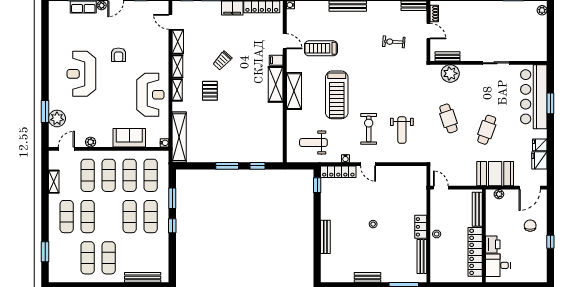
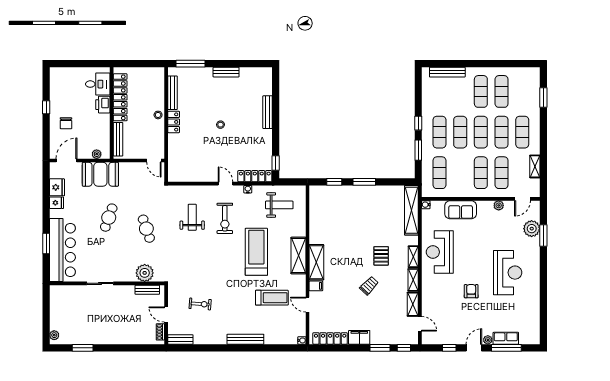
exercise mat: (130, 175) -> (481, 132), moved

